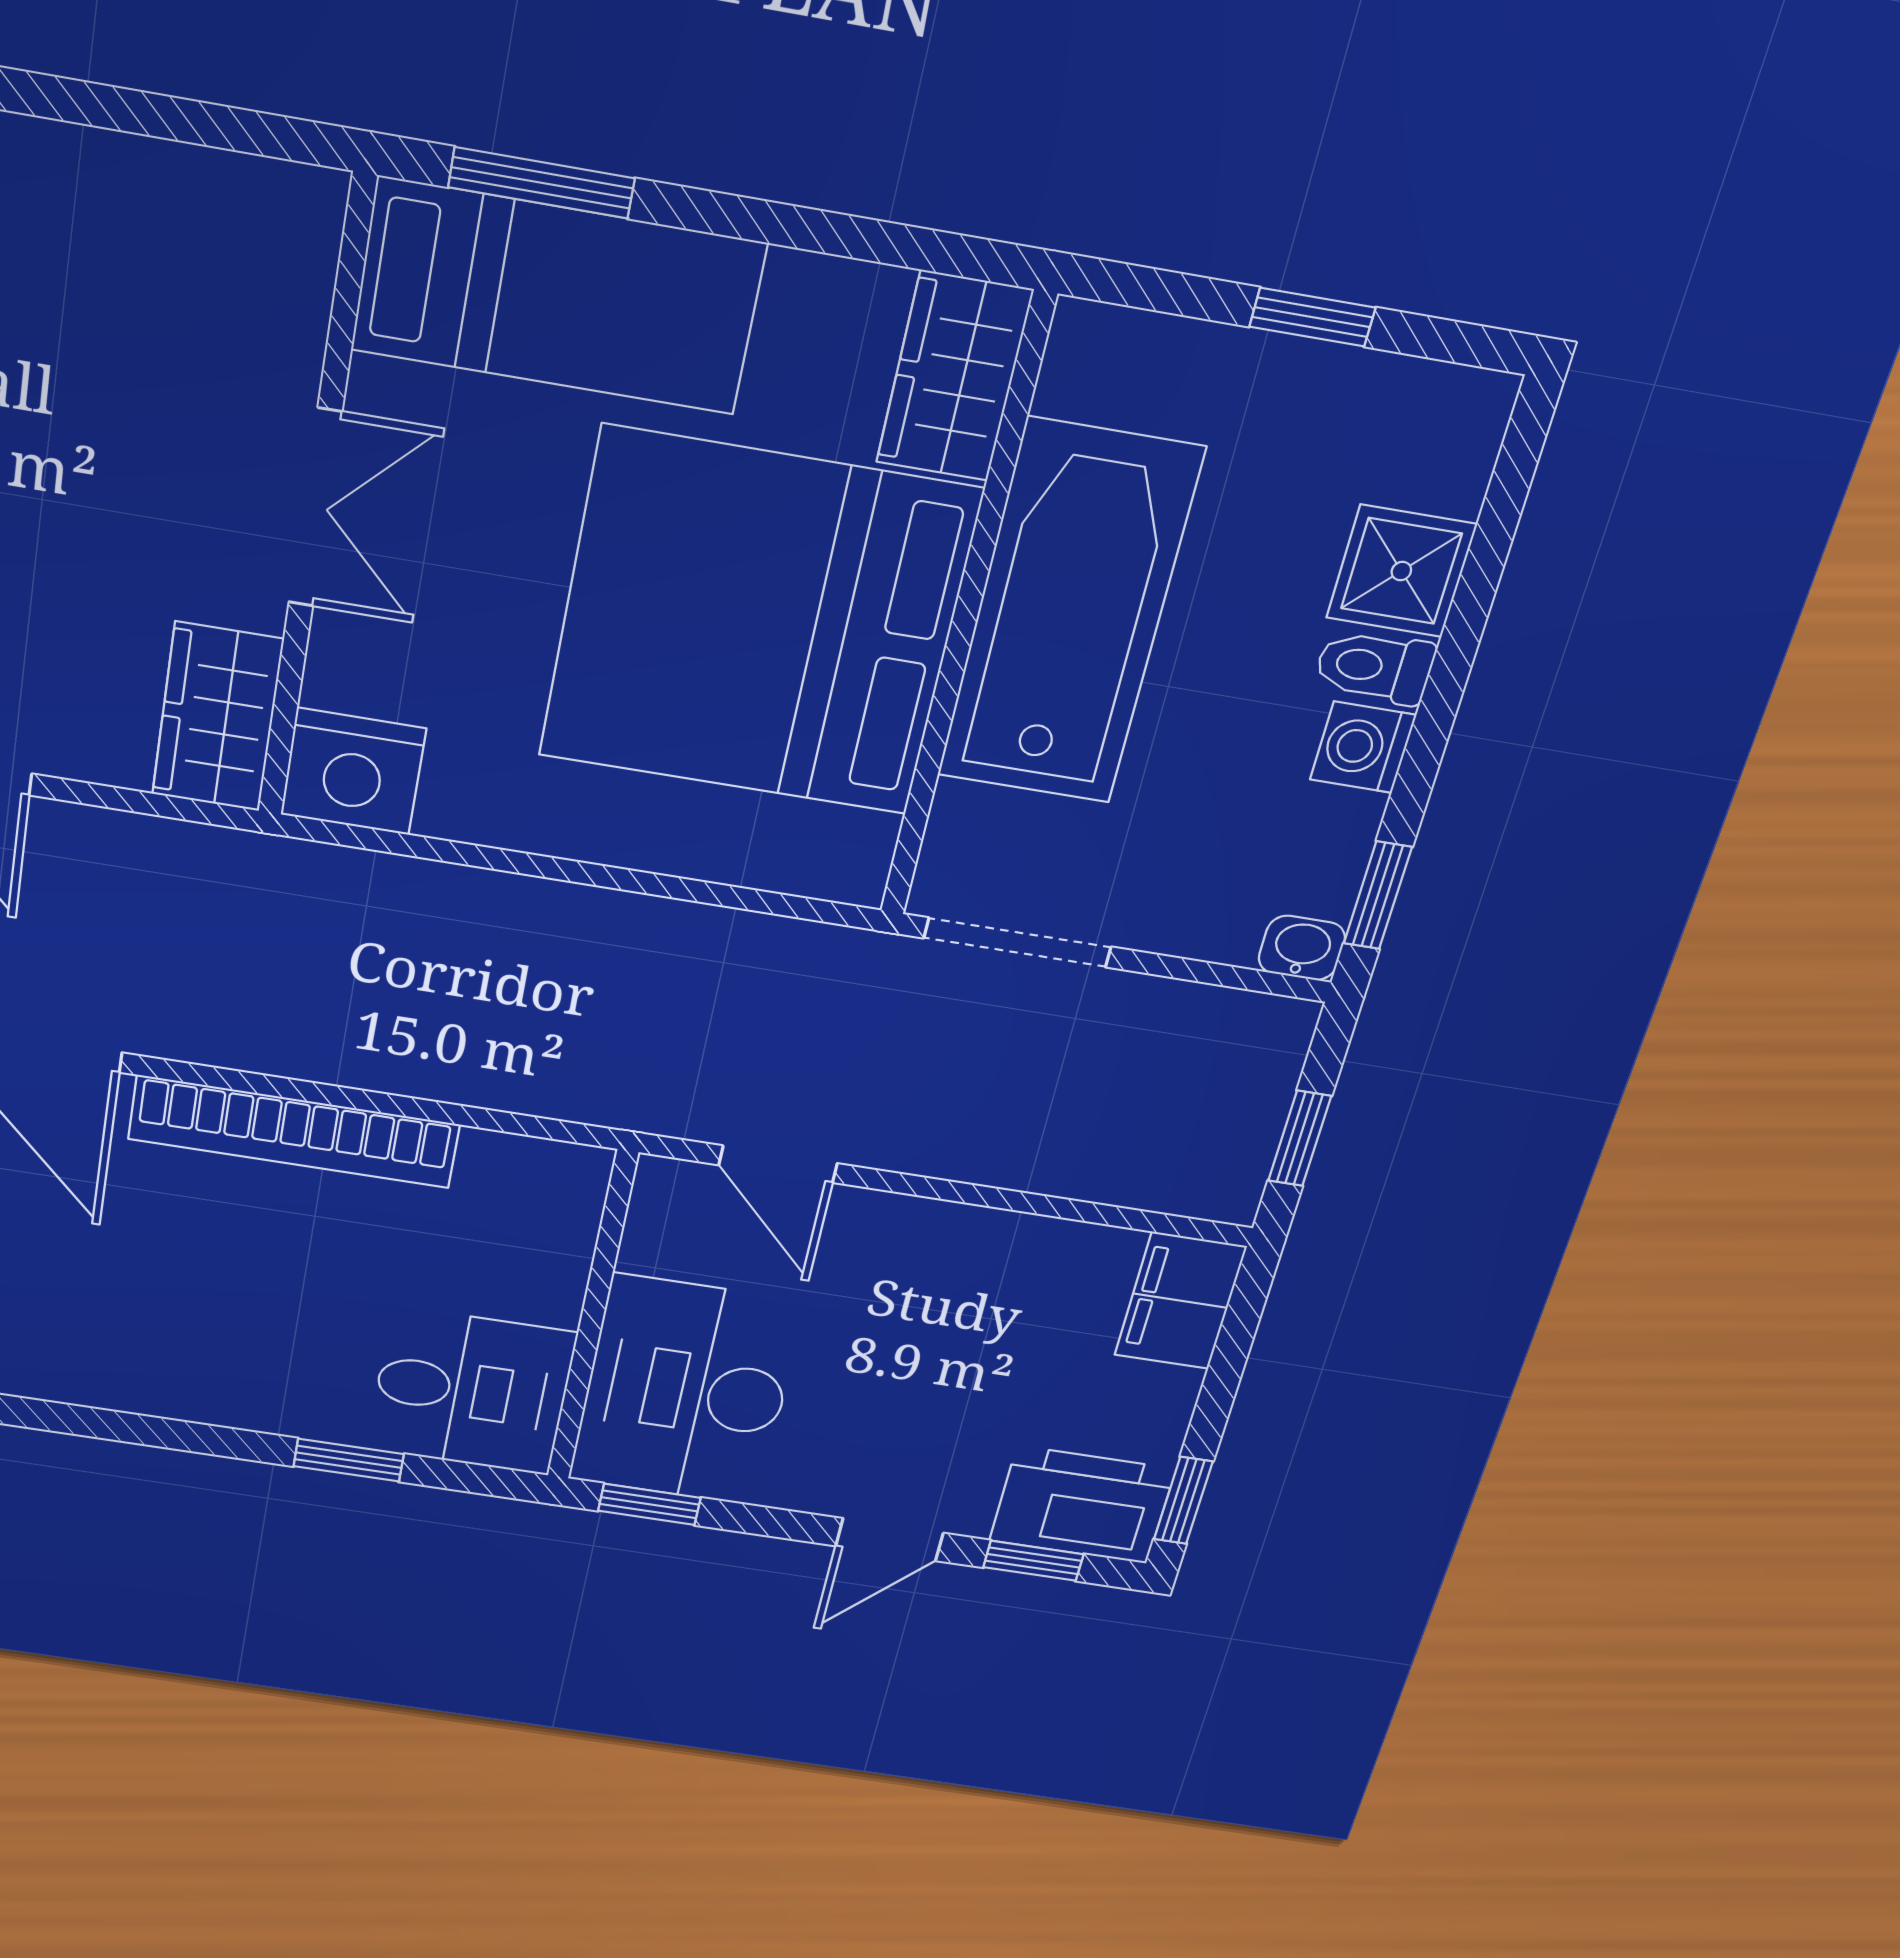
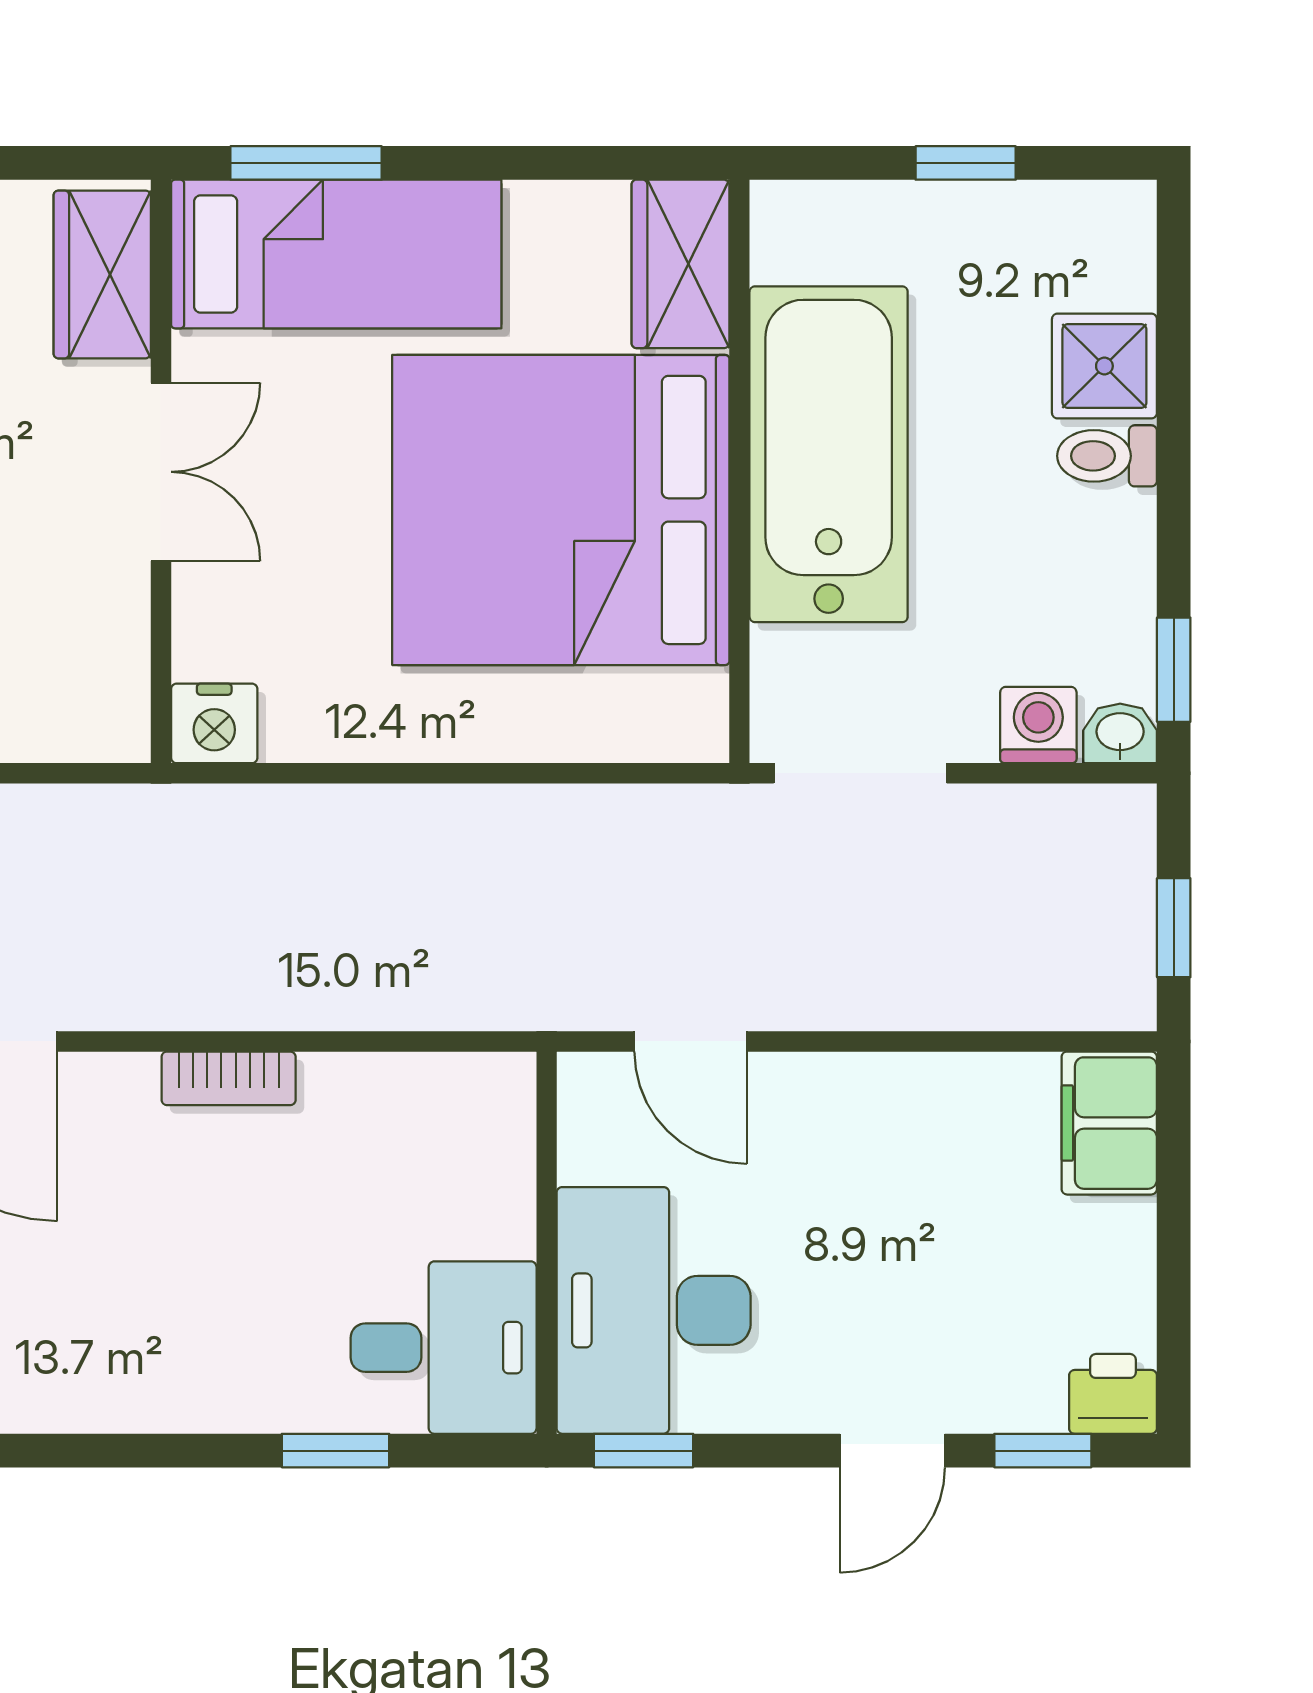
wardrobe: (217, 717) -> (102, 274), moved
washing machine: (1363, 747) -> (1038, 725), moved, turned 90
nightstand: (353, 772) -> (214, 723), width x0.74, depth x0.75
bookcase: (294, 1132) -> (229, 1078), width x0.43, depth x0.76
window: (1183, 1500) -> (1174, 1352), removed
printer: (1082, 1505) -> (1113, 1394), width x0.53, depth x0.68

